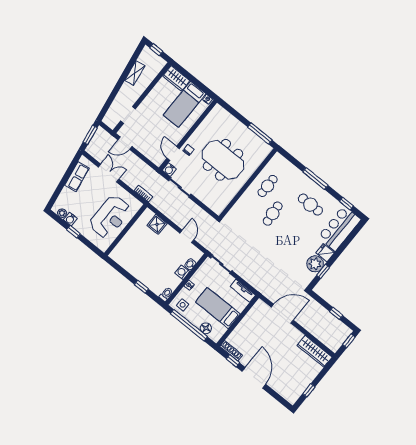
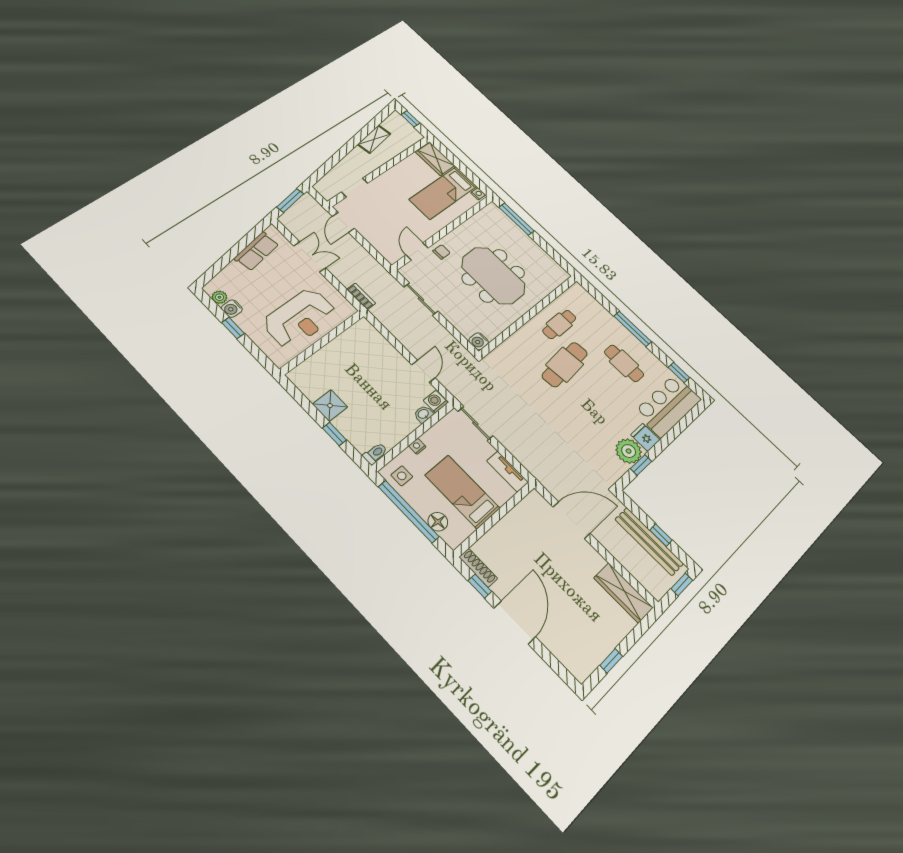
window: (260, 134) -> (516, 219), moved
door: (125, 143) -> (343, 222), hinge flipped
water cooler: (169, 170) -> (479, 341), moved
cafe table: (273, 214) -> (565, 365), width x1.37, depth x1.35
shower: (157, 224) -> (330, 406), moved
washing machine: (182, 272) -> (436, 401), moved
bench: (329, 318) -> (649, 541), added

